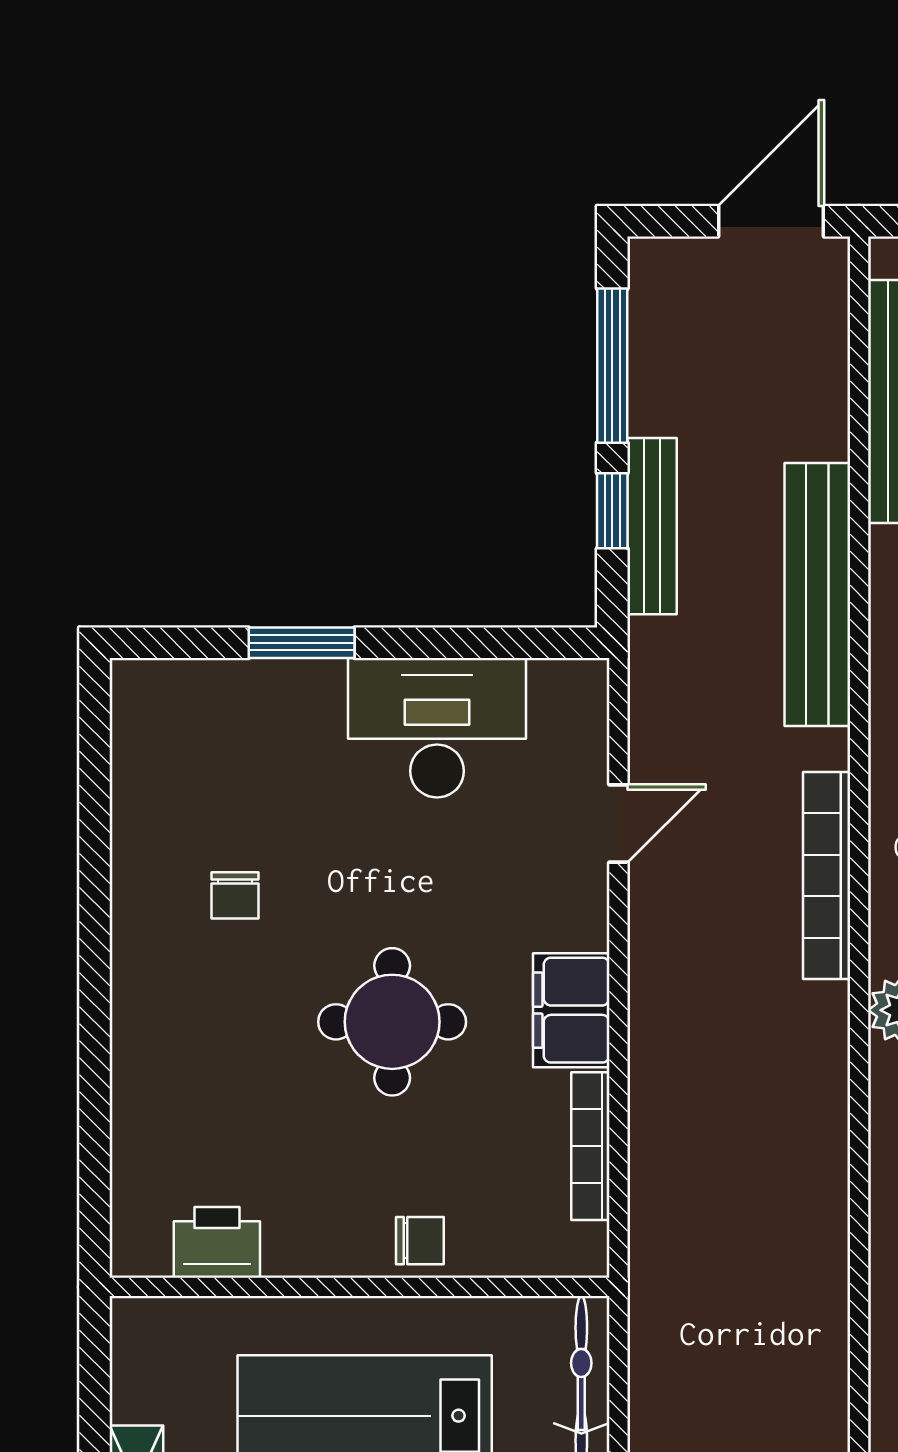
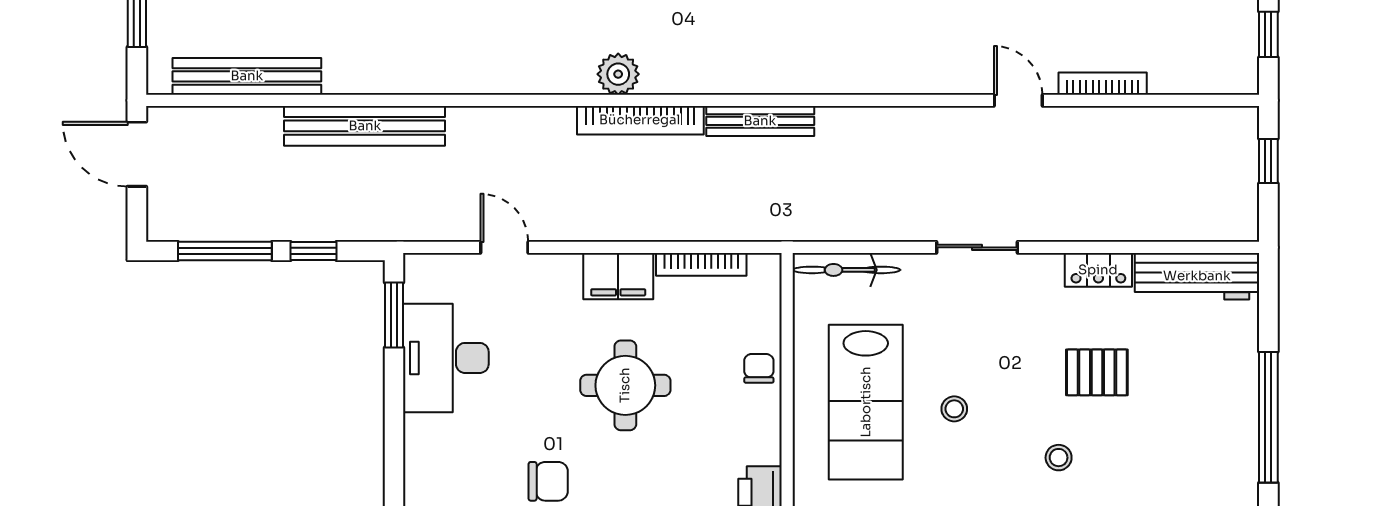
bench: (652, 526) -> (760, 121), moved
window: (302, 643) -> (394, 315), moved
bookcase: (827, 876) -> (640, 120), moved
chair: (235, 895) -> (548, 481), width x1.37, depth x1.37

